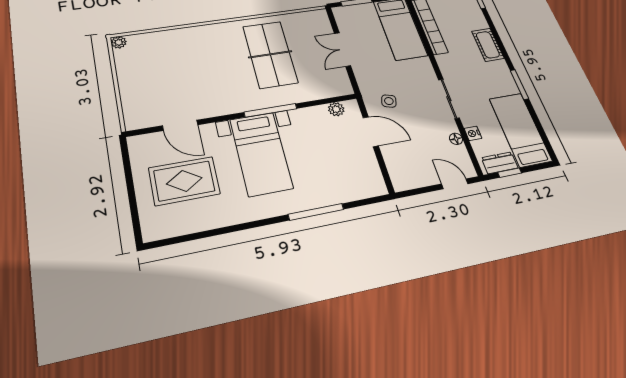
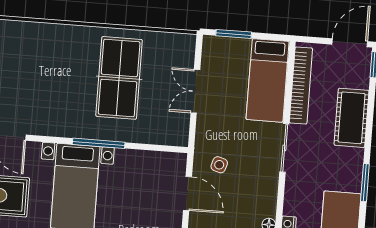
cot: (488, 45) -> (352, 118), width x1.37, depth x1.34
sliding door: (449, 99) -> (284, 148), moved
plant: (336, 109) -> (163, 160), removed

